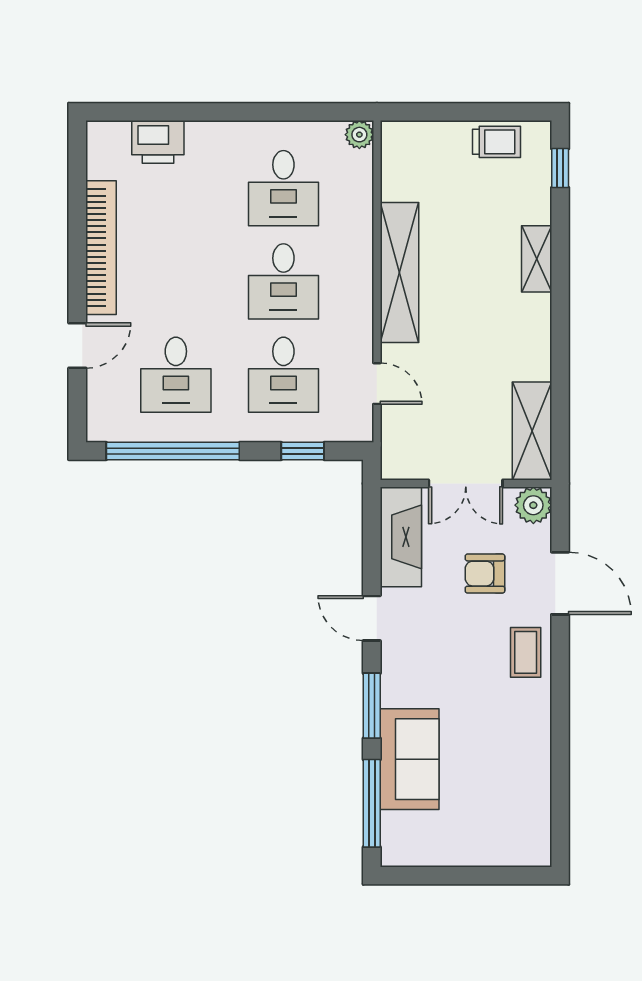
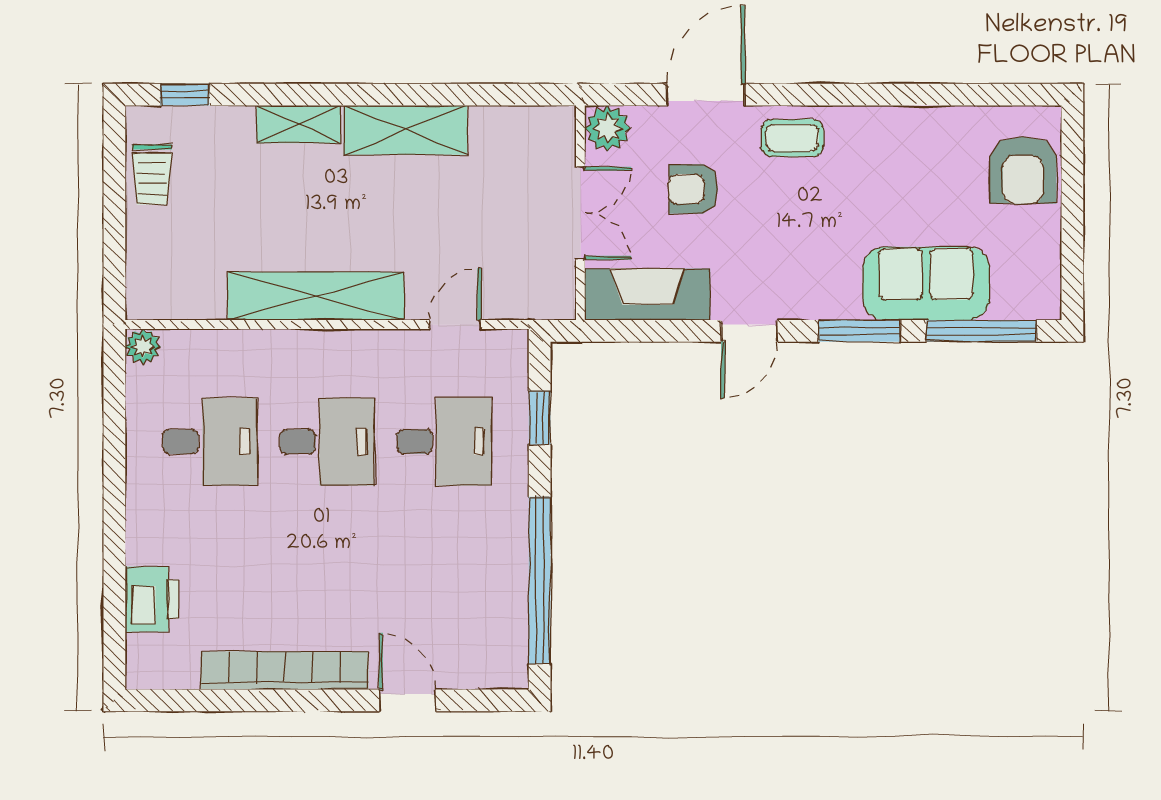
trolley: (496, 142) -> (152, 175), turned 180
desk: (176, 375) -> (444, 577), removed
shelving: (532, 431) -> (406, 130), moved
armchair: (485, 574) -> (693, 189), turned 90
armchair: (500, 836) -> (1023, 170), added

